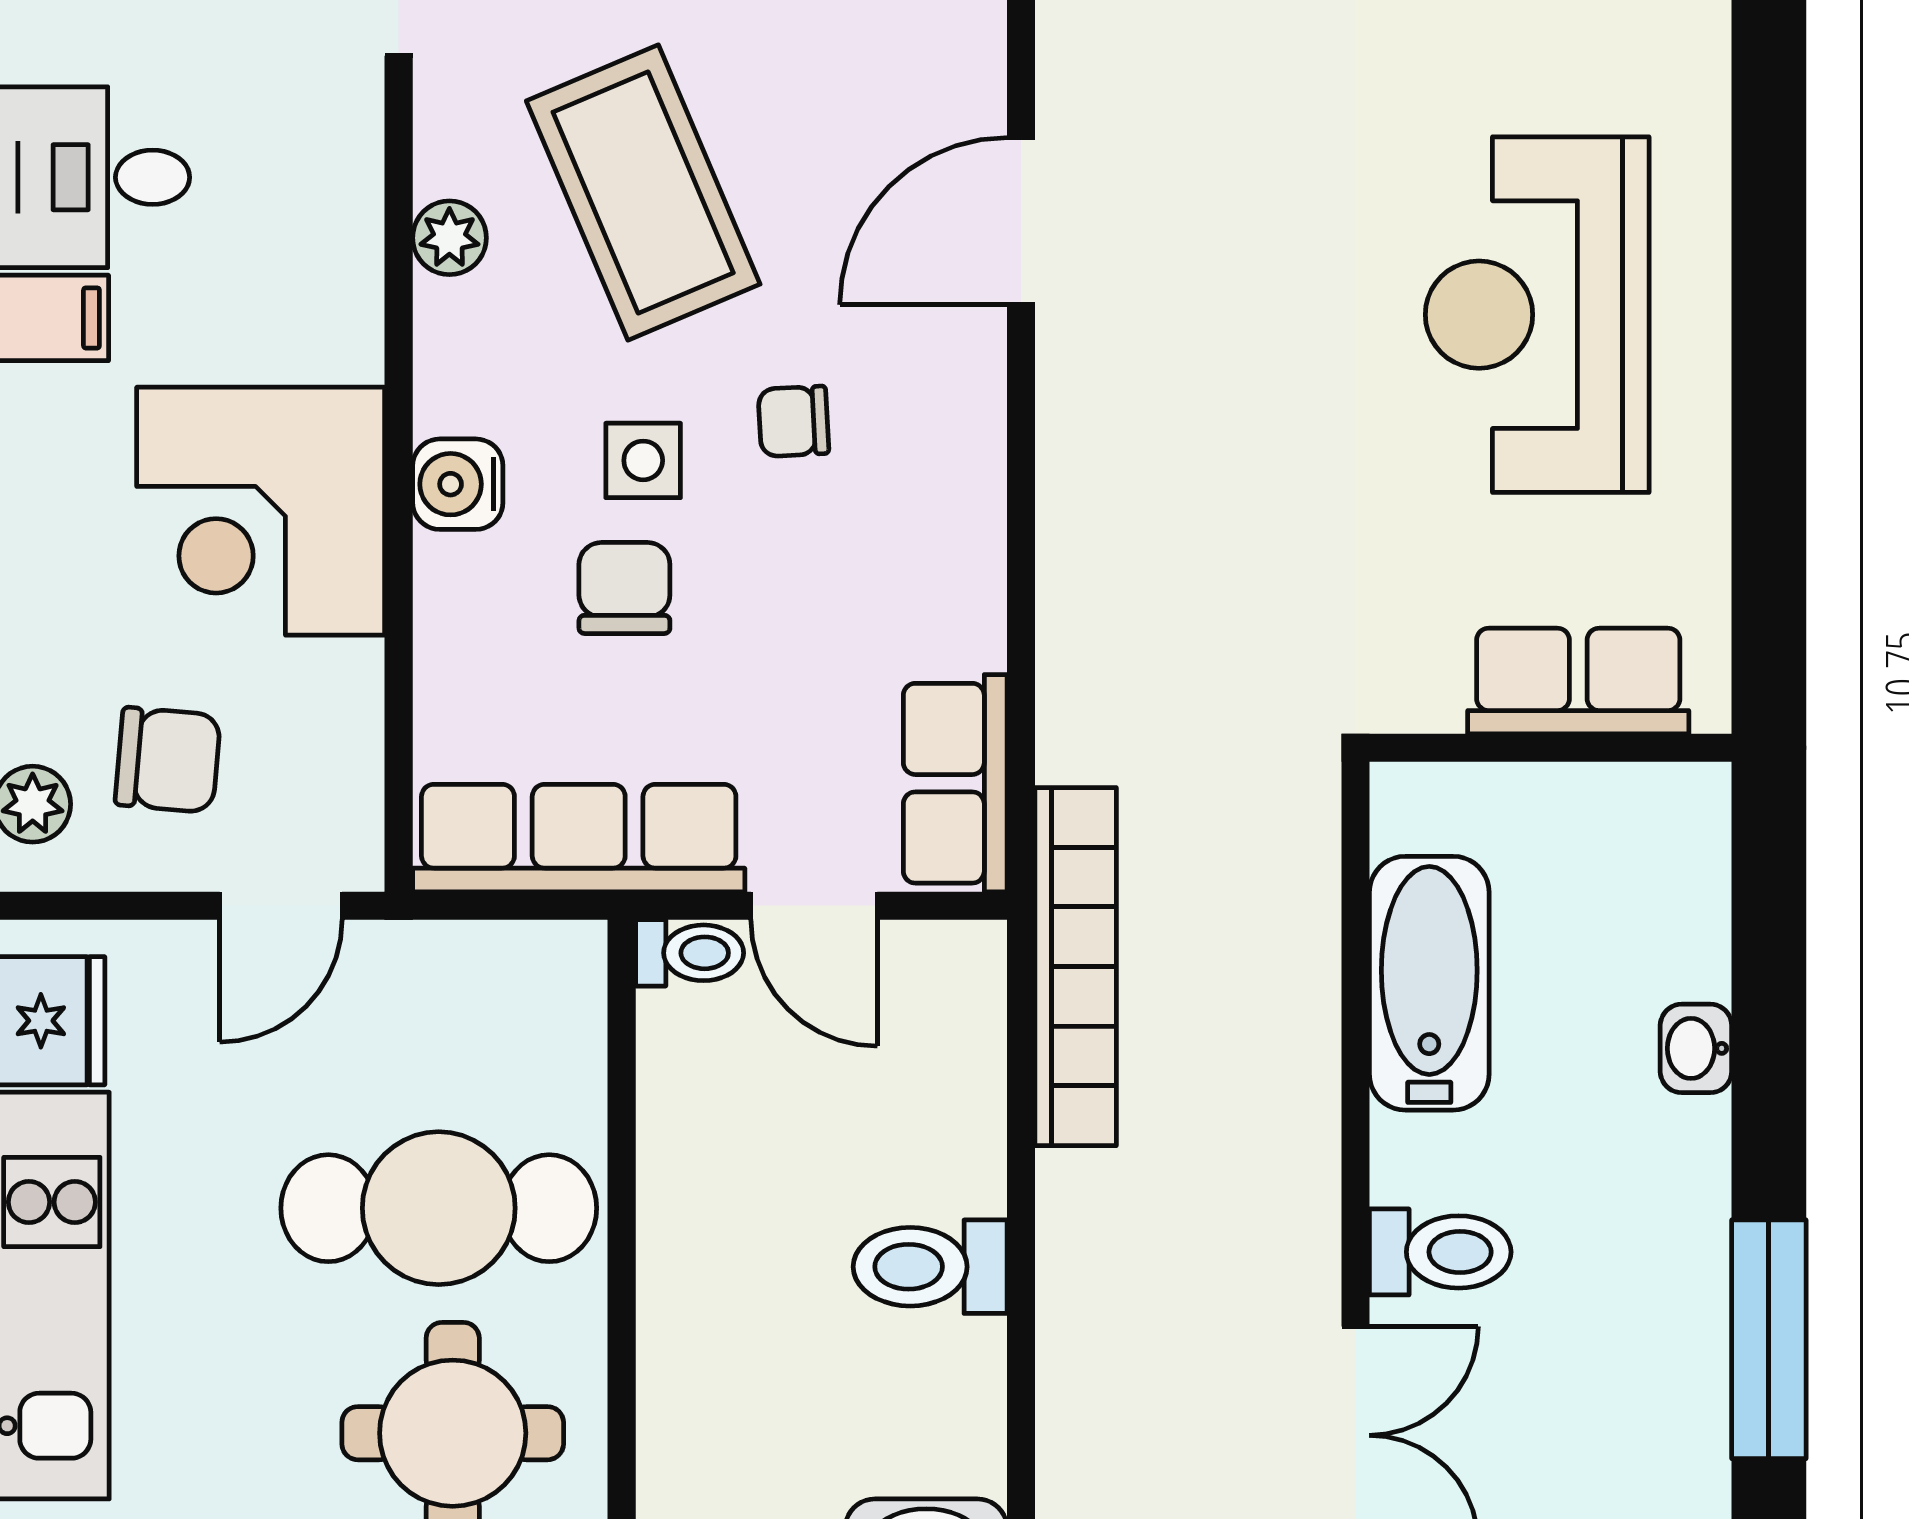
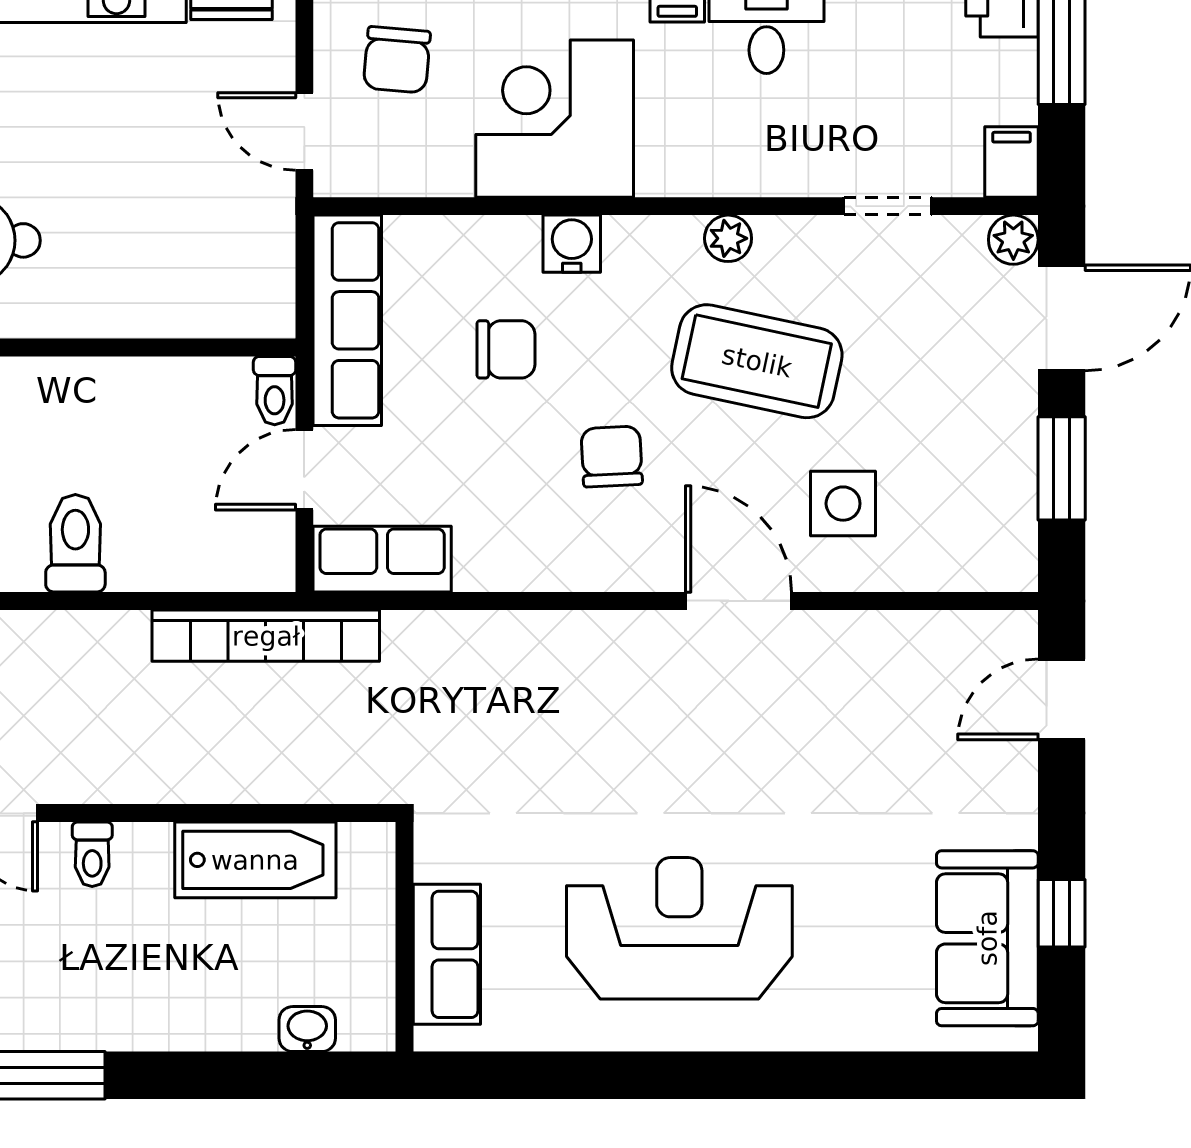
coffee table: (643, 192) -> (757, 361), turned 35
chair: (793, 421) -> (612, 457), width x1.37, depth x1.37
side table: (643, 460) -> (843, 504), moved, width x1.37, depth x1.37
washbasin: (1696, 1048) -> (307, 1029), moved
cafe table: (439, 1208) -> (113, 232), removed
toilet: (1440, 1252) -> (92, 854), width x0.73, depth x0.72

